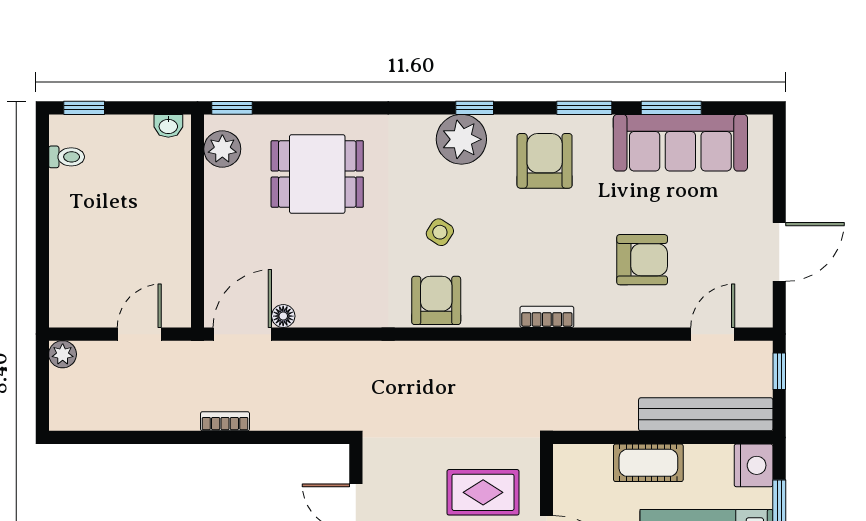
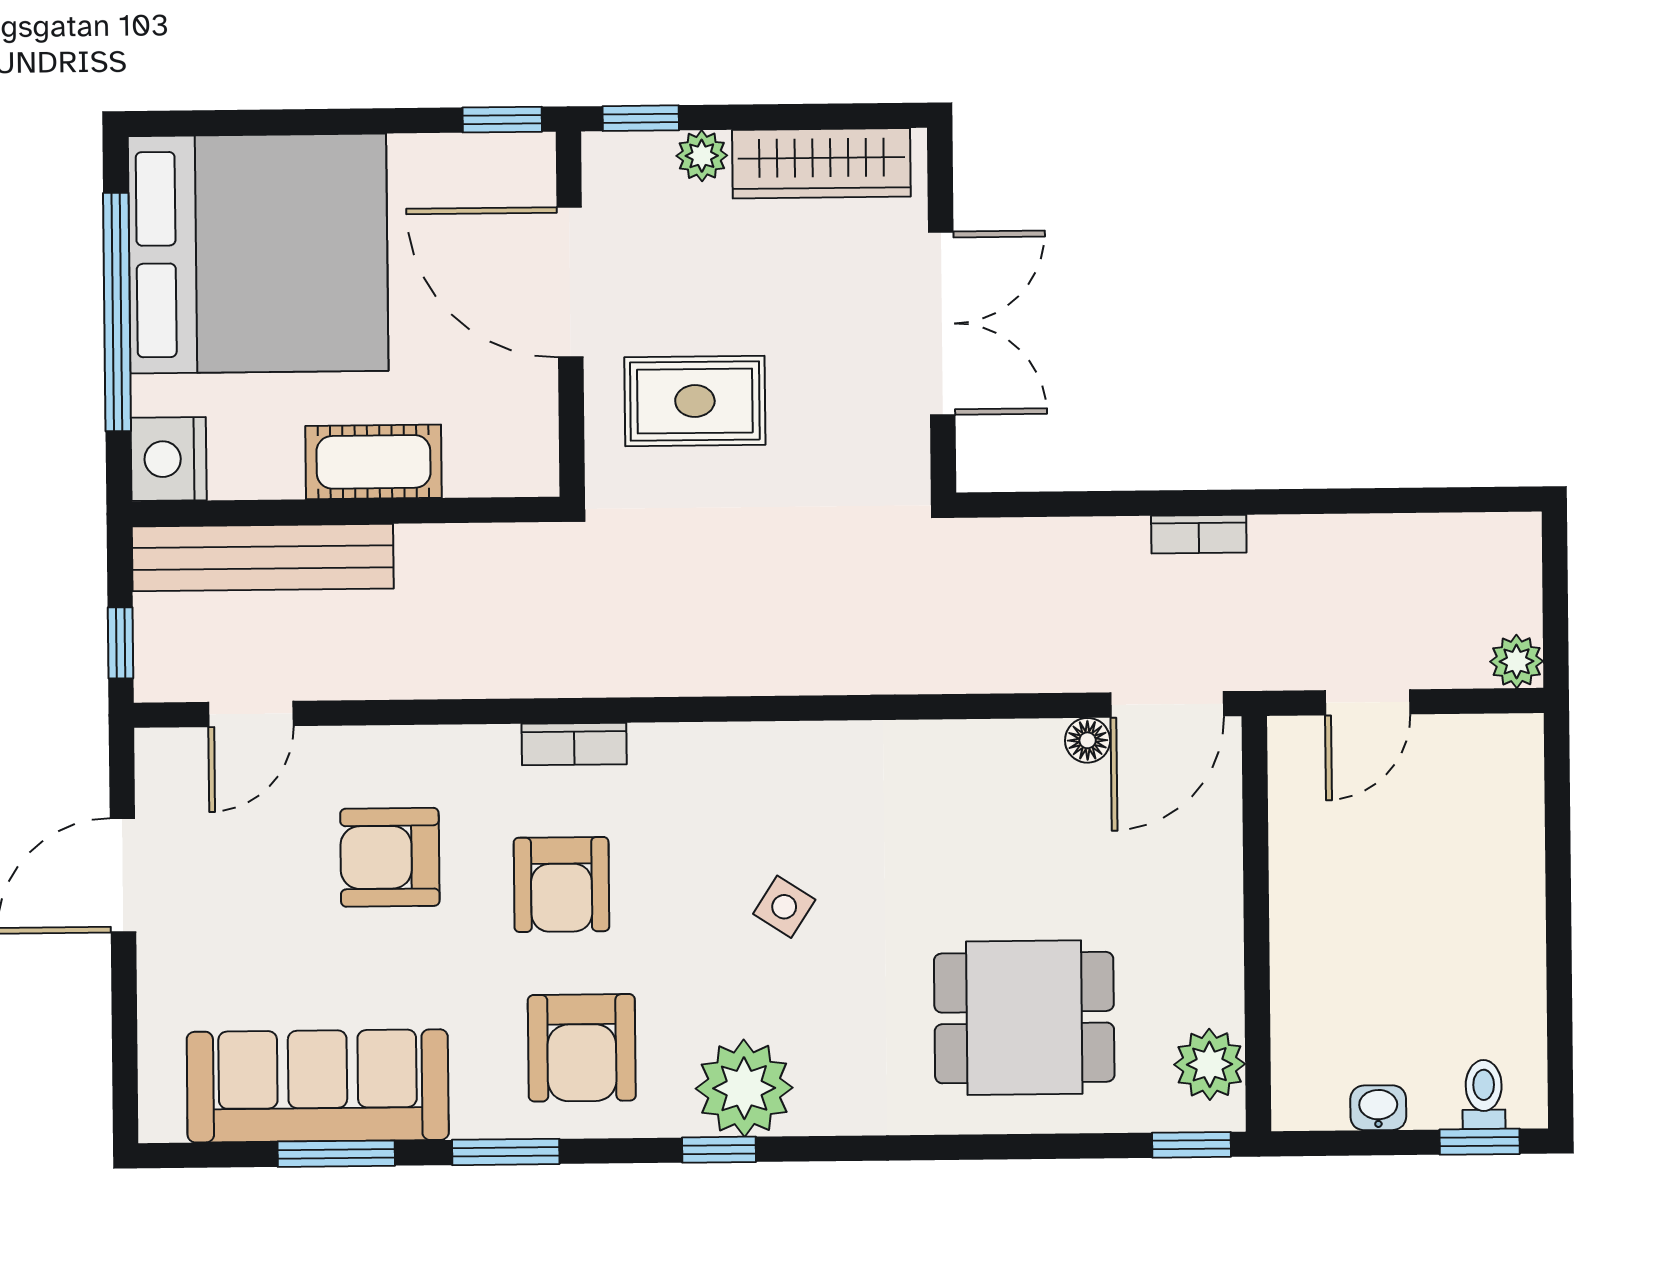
washbasin: (168, 126) -> (1378, 1108), moved
toilet: (67, 157) -> (1484, 1094), moved, turned 90
armchair: (436, 300) -> (561, 884), moved

